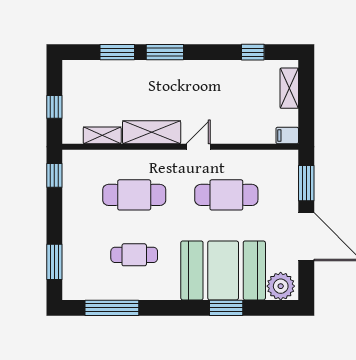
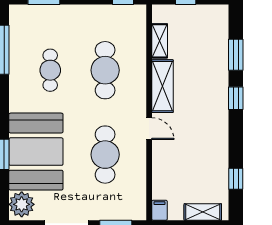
window: (165, 52) -> (236, 98), width x0.67

